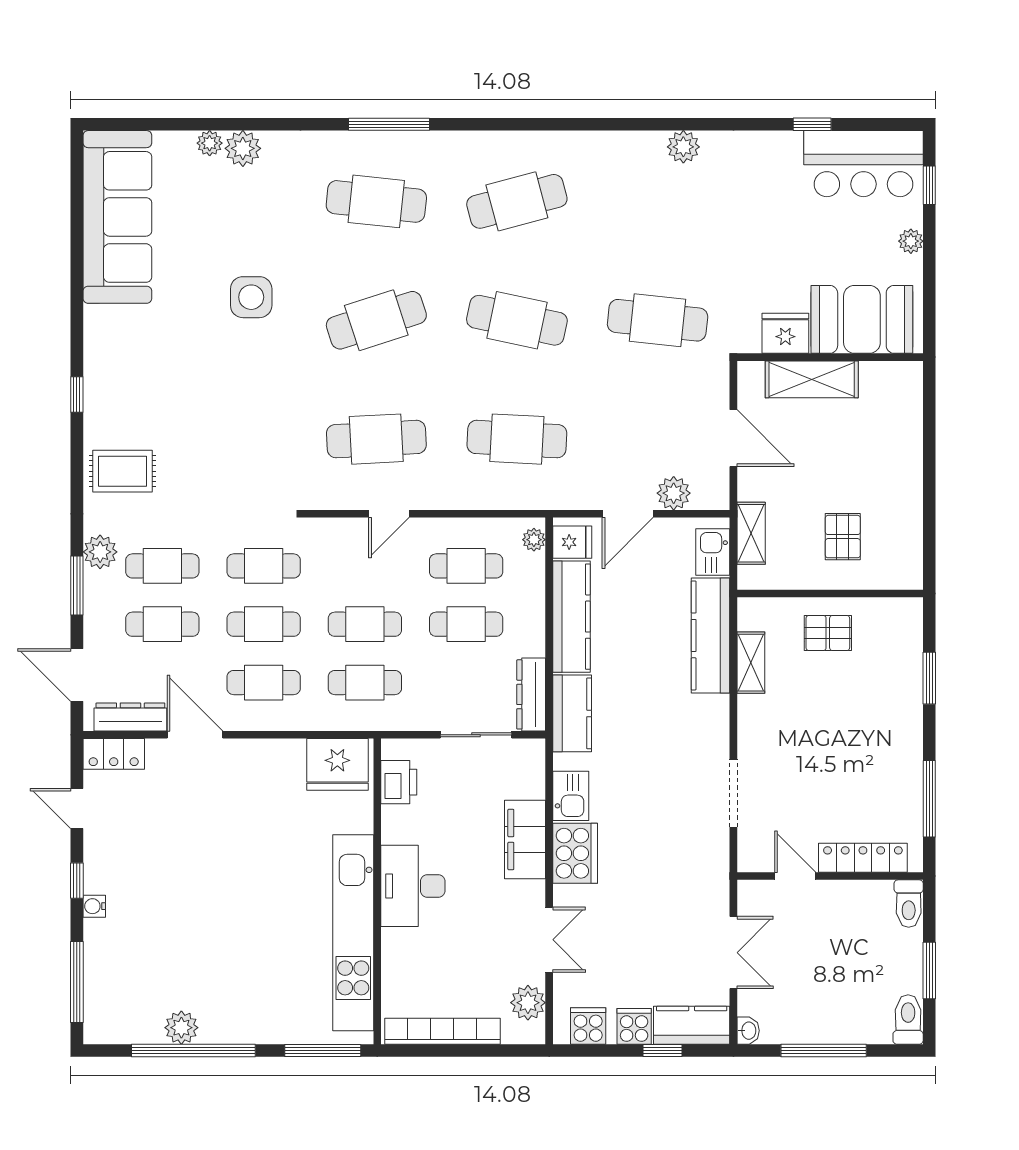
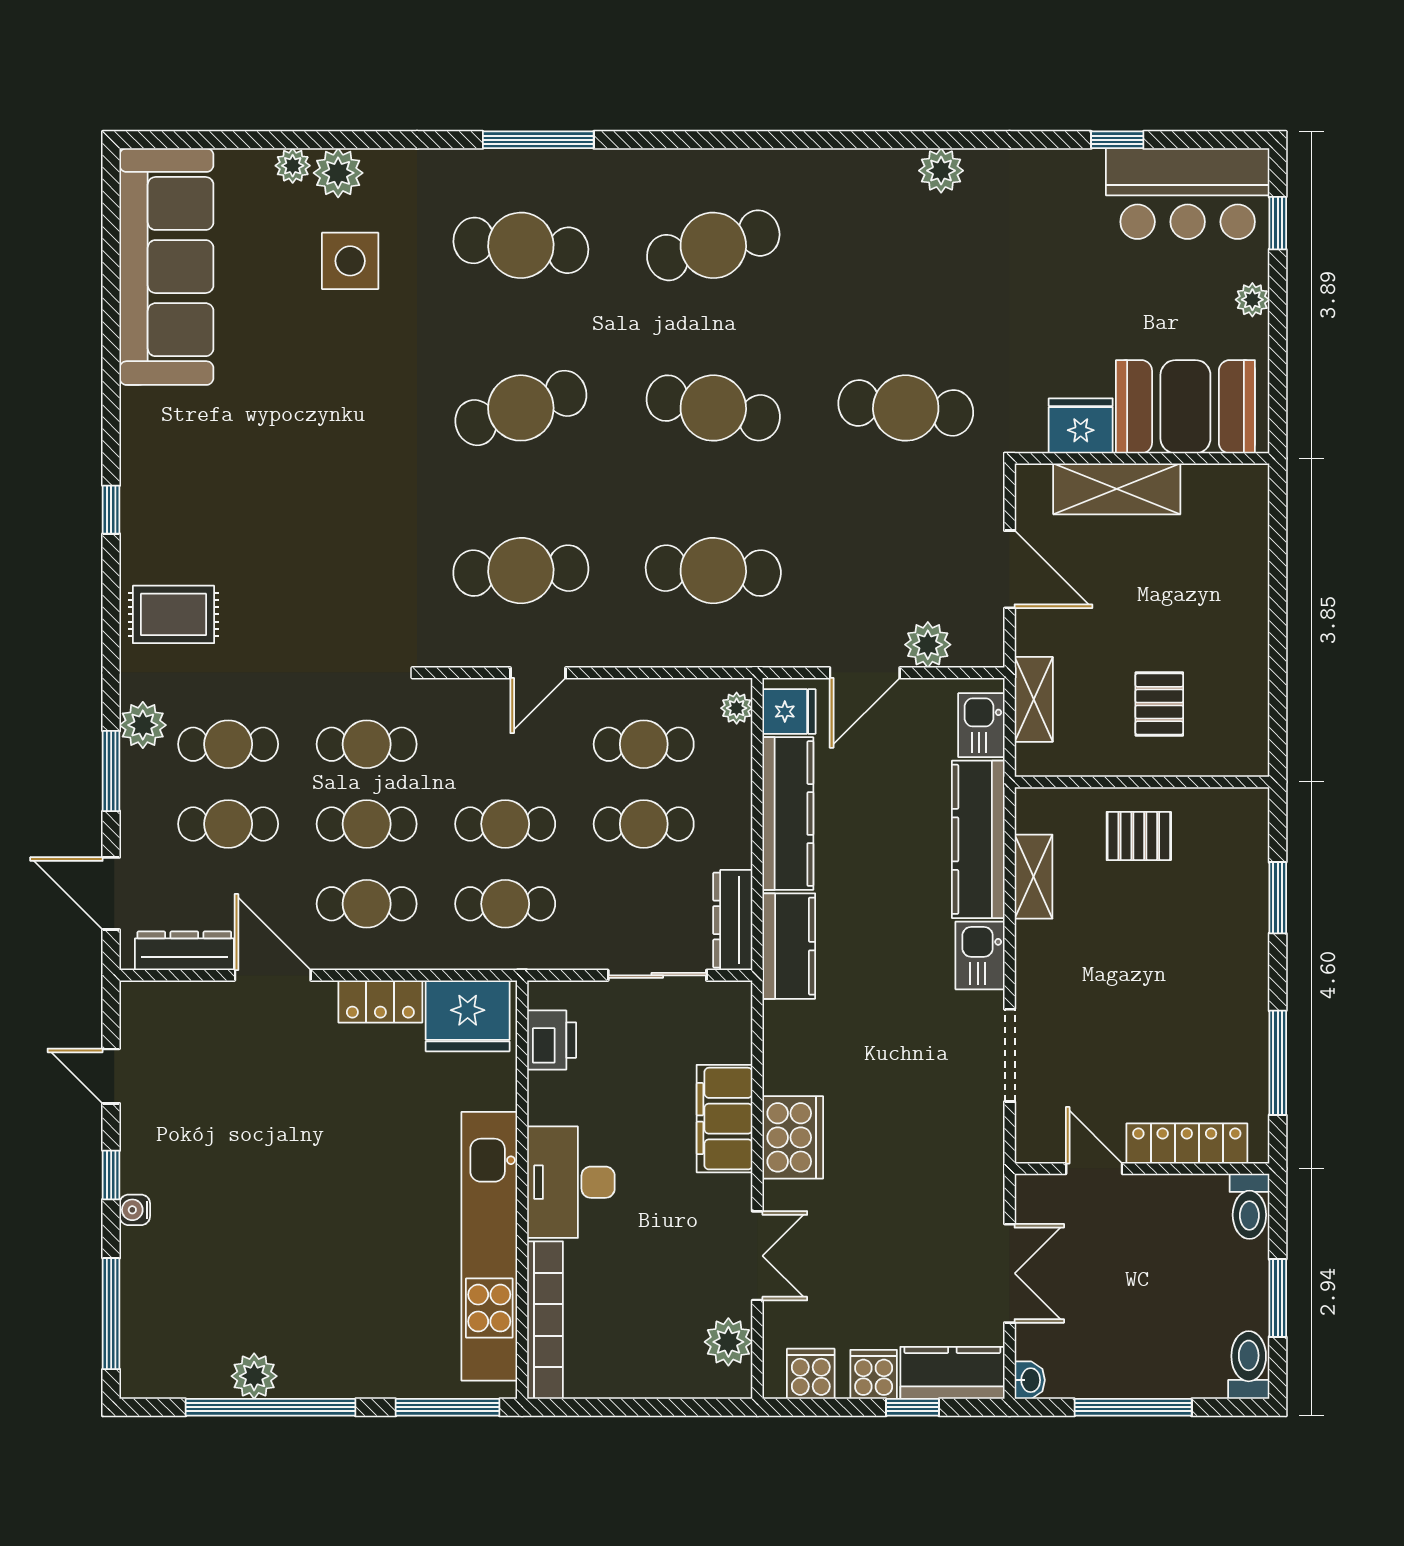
side table: (251, 297) -> (350, 261), moved
locker: (114, 754) -> (380, 1002), moved
kitchen sink: (571, 796) -> (980, 955), moved, turned 180
bookcase: (442, 1031) -> (545, 1320), moved, turned 90

